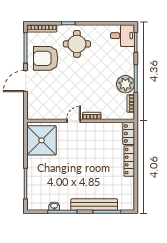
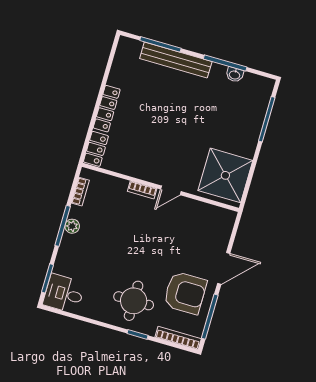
plant: (125, 84) -> (72, 226), width x0.53, depth x0.53

